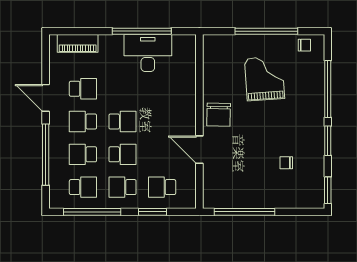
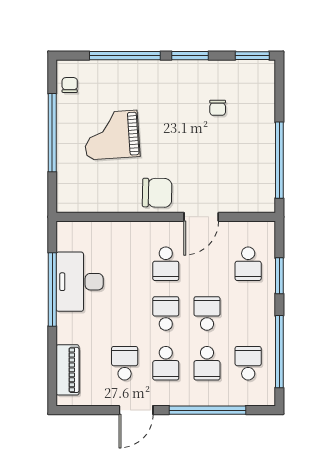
school desk: (123, 187) -> (166, 264), moved

